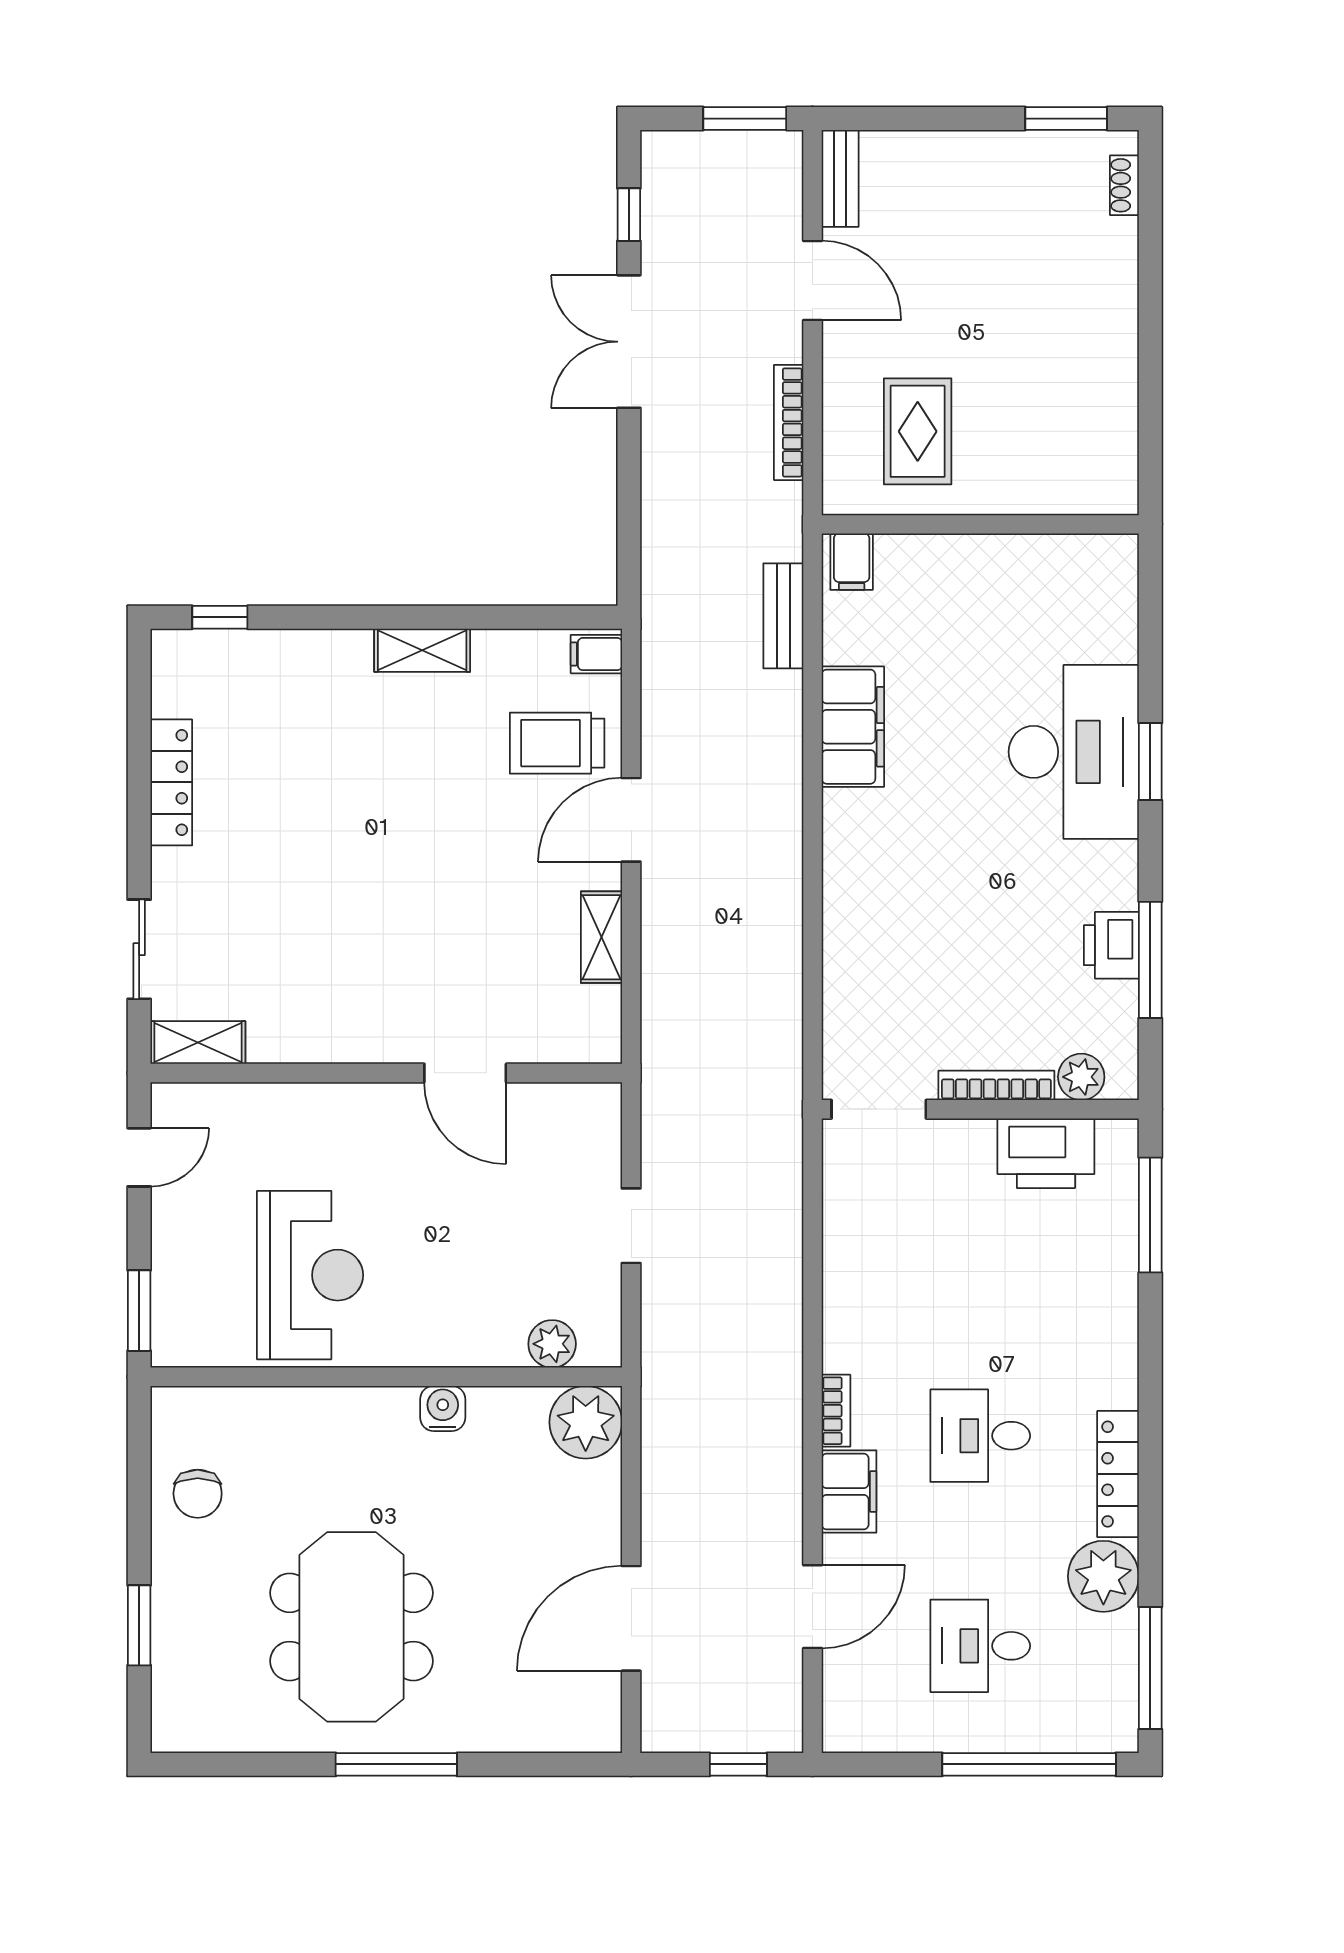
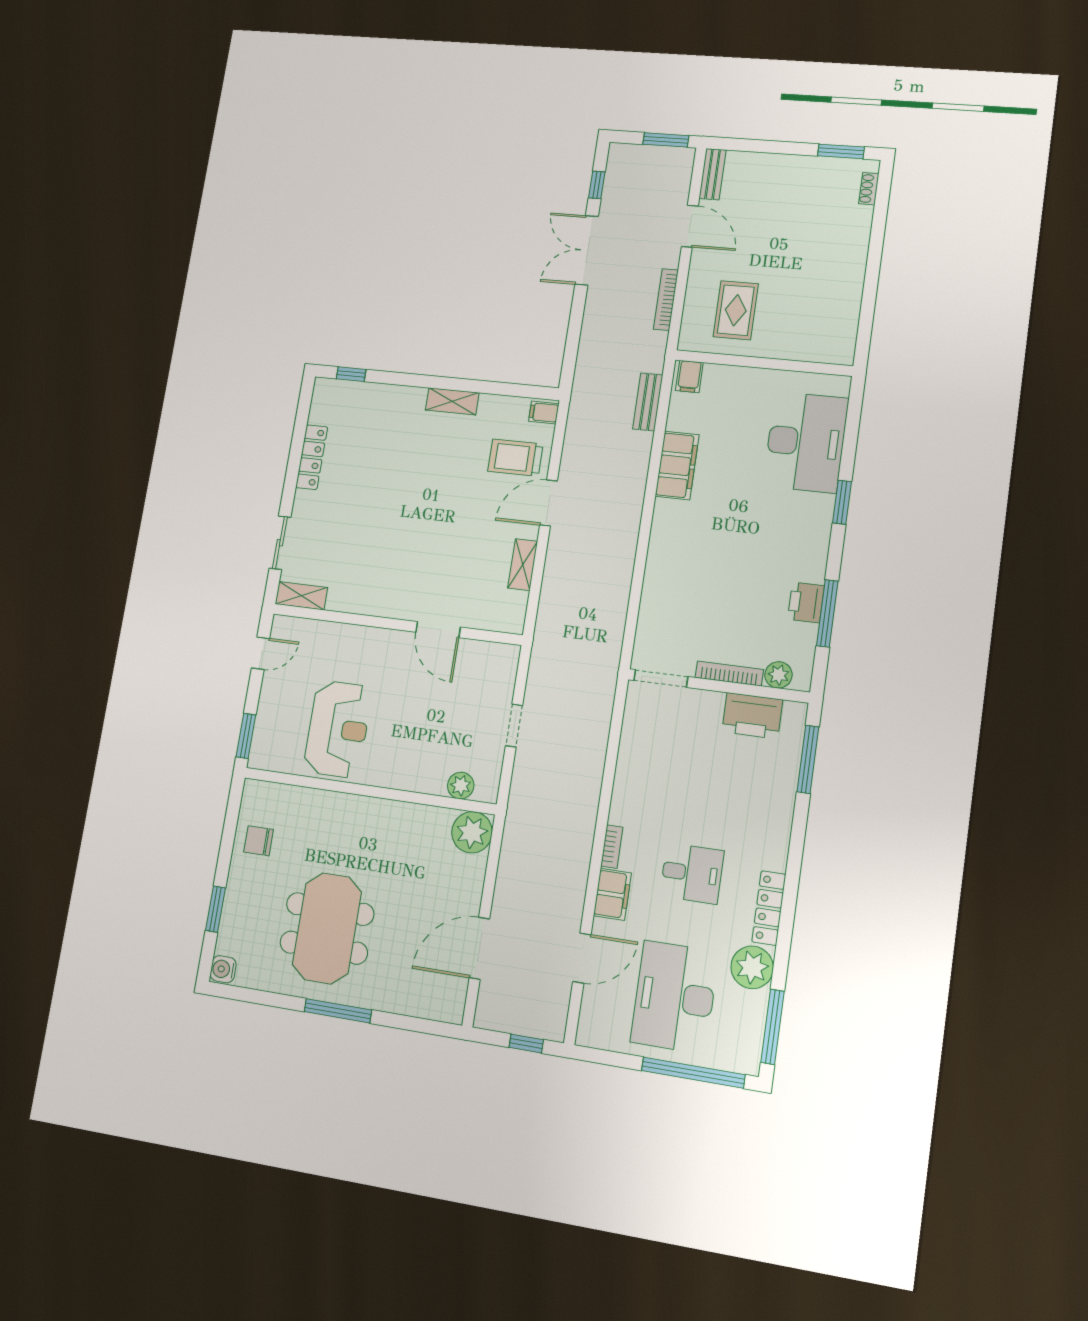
desk: (1074, 752) -> (806, 442), moved
water cooler: (443, 1408) -> (223, 969), moved, turned -90
desk: (980, 1436) -> (692, 873), turned 180
chair: (198, 1494) -> (259, 841), turned 90
desk: (980, 1646) -> (675, 997), width x1.87, depth x1.30

